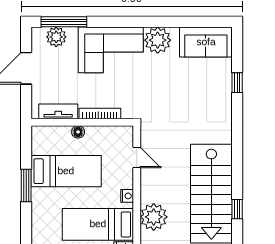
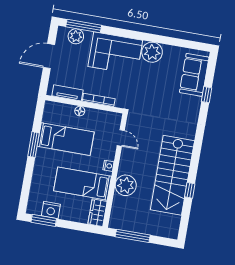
sofa: (206, 42) -> (194, 75), moved, turned 90

